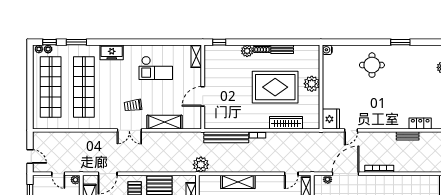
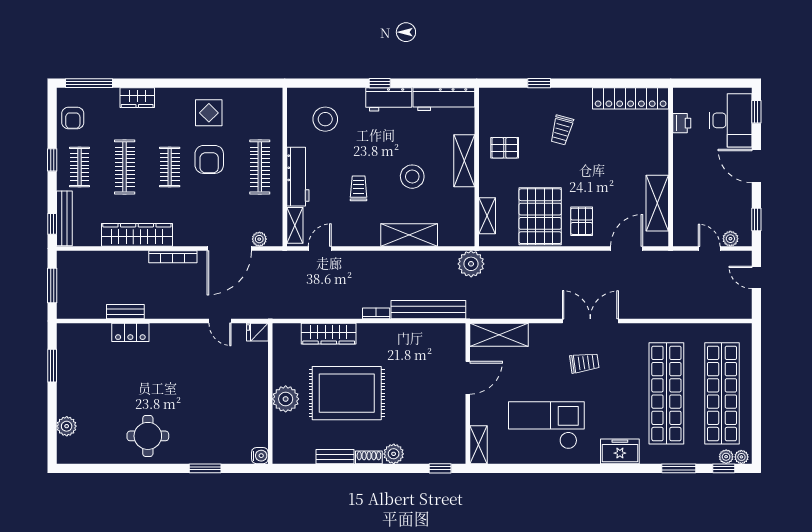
window: (400, 42) -> (205, 468), moved
round table: (372, 65) -> (148, 436), moved
checkout: (156, 68) -> (546, 425), width x1.36, depth x1.21
fridge: (331, 119) -> (257, 332), width x0.53, depth x0.75
shelving: (165, 122) -> (499, 335), moved
locker: (420, 124) -> (130, 332), moved
double door: (129, 130) -> (590, 321), width x1.37
door: (351, 130) -> (220, 321), swing flipped
plant: (75, 180) -> (730, 239), moved
wardrobe: (401, 182) -> (137, 235), added

